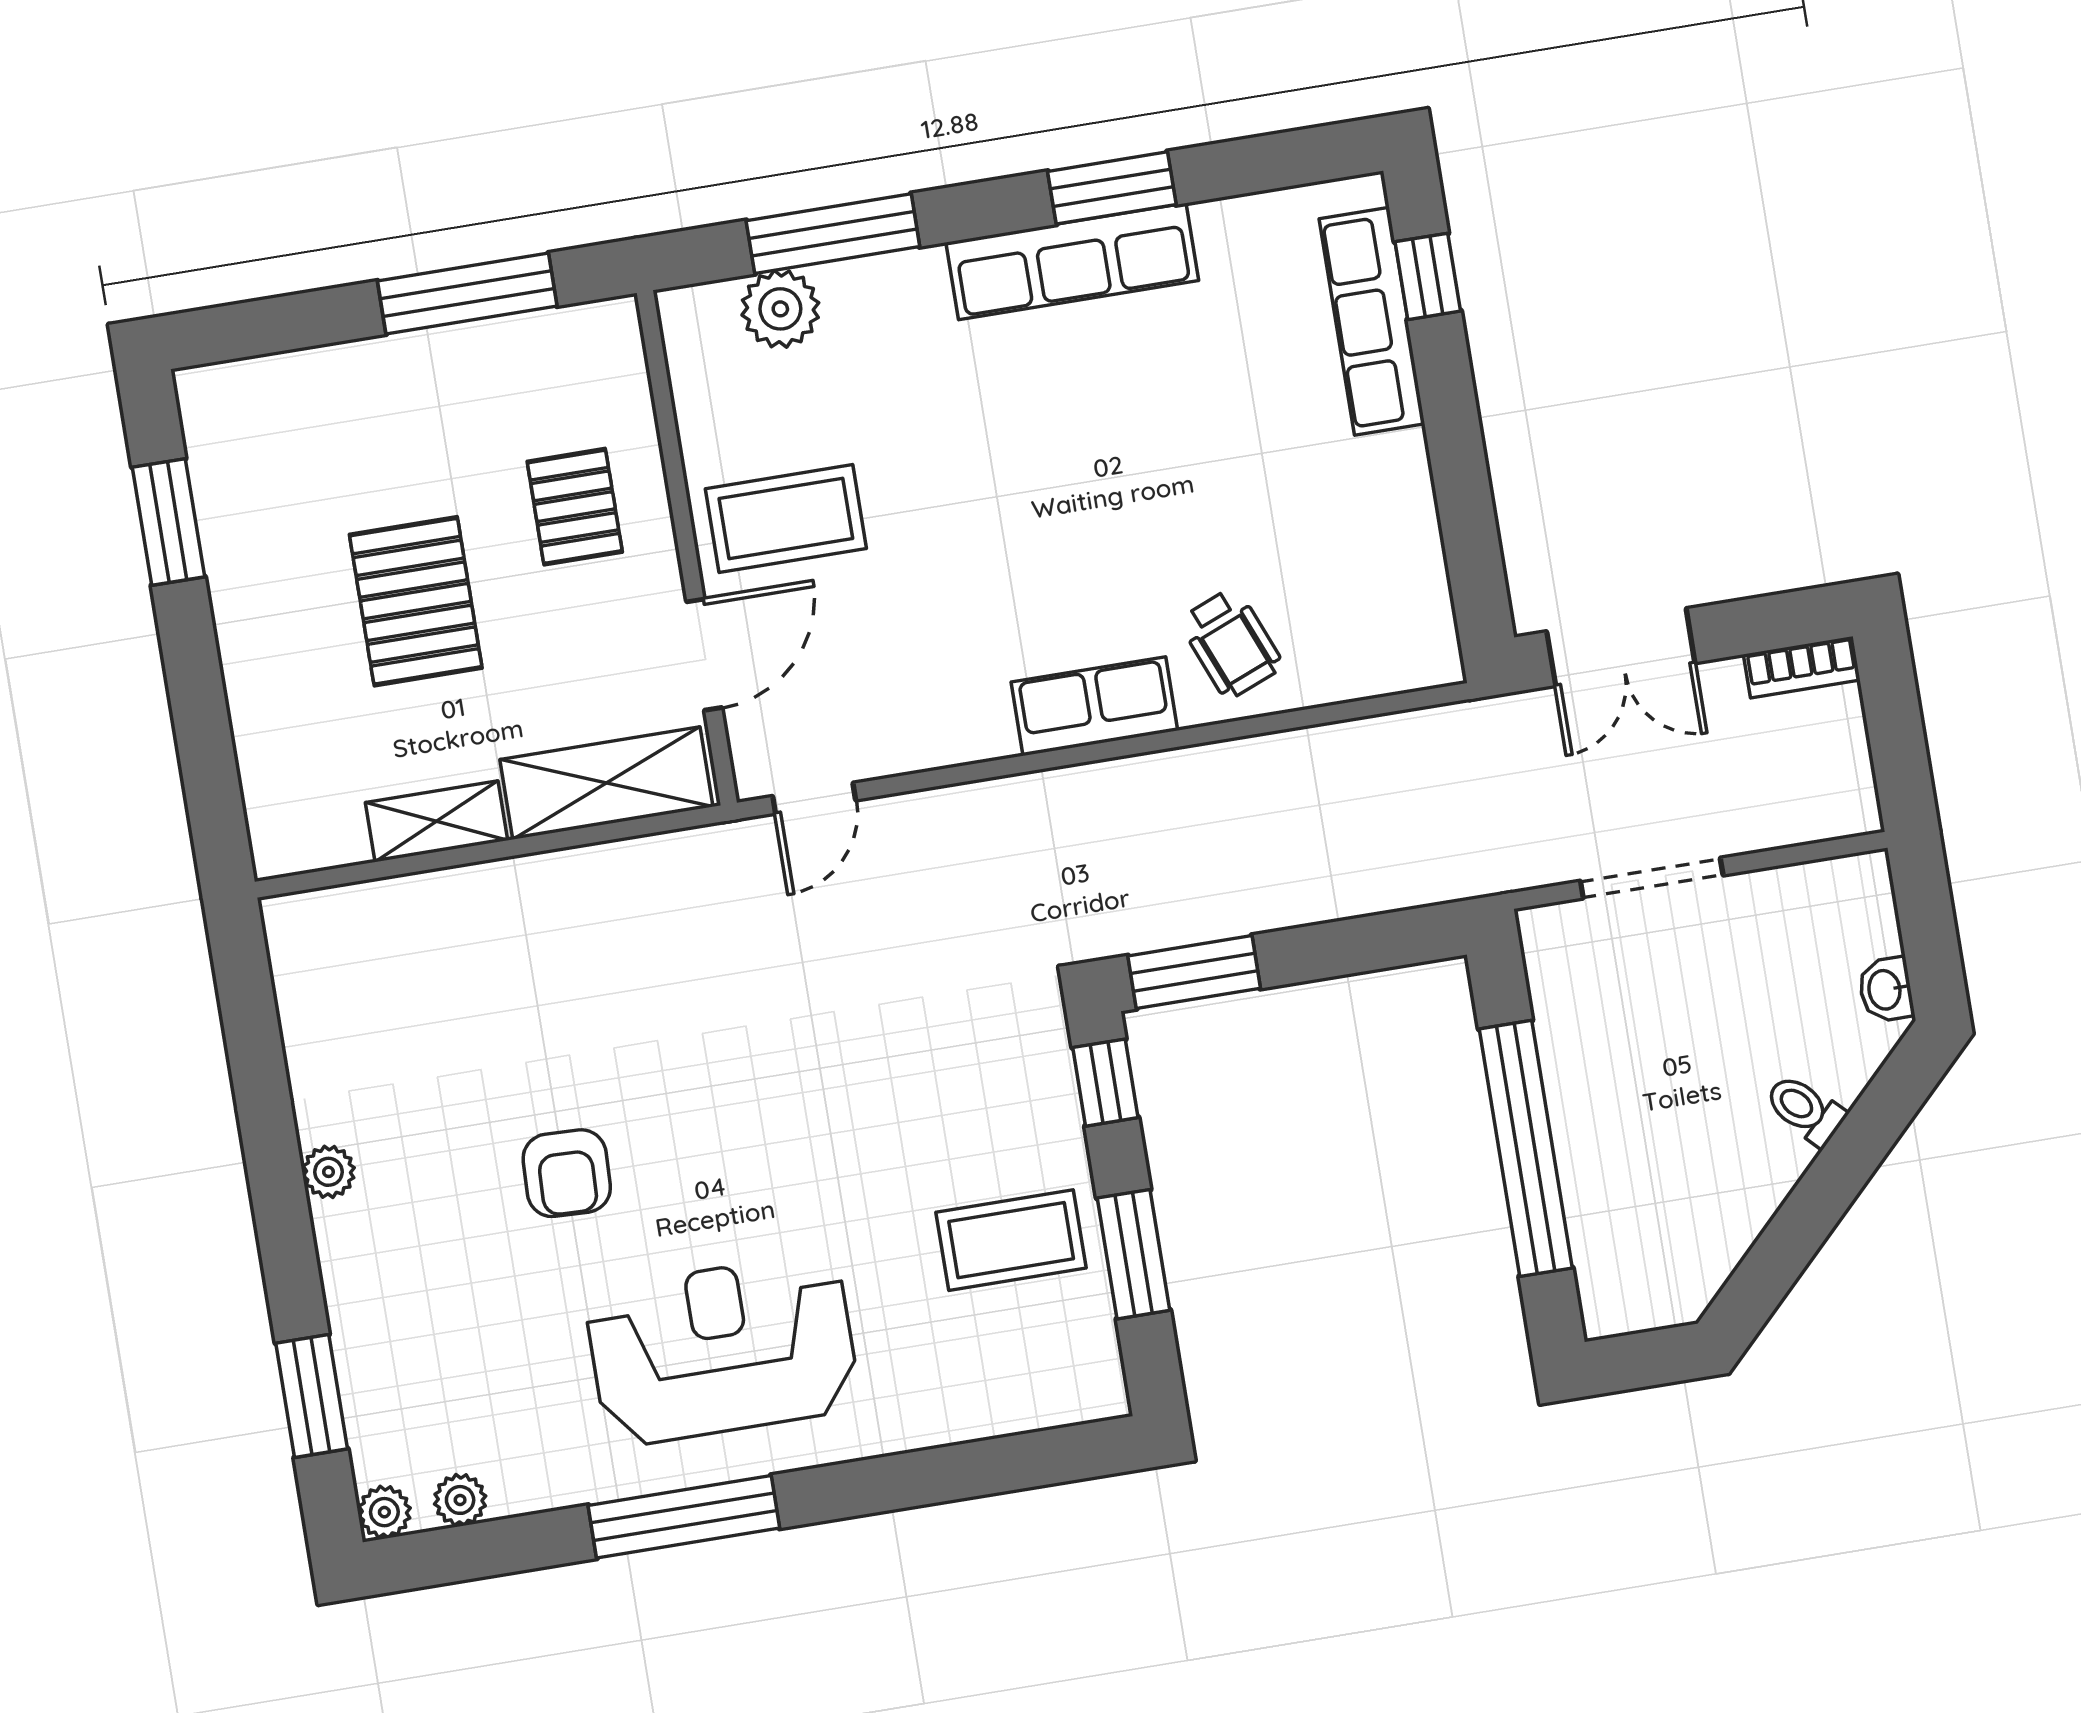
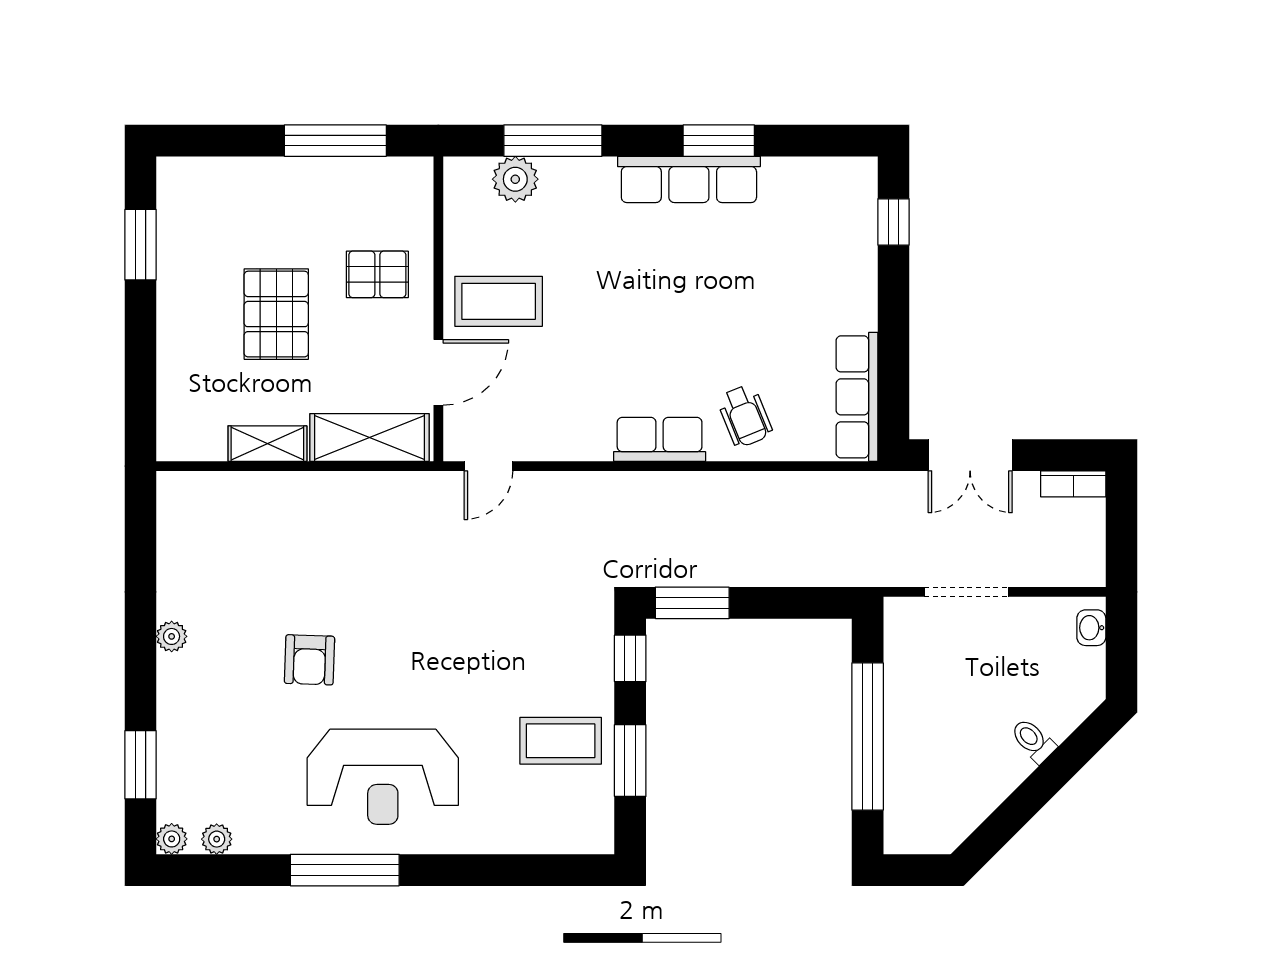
row of seats: (1372, 321) -> (857, 397), moved
pallet: (575, 507) -> (377, 274), turned 90
washbasin: (1886, 990) -> (1091, 628), moved
reception desk: (722, 1350) -> (383, 777), turned 180

